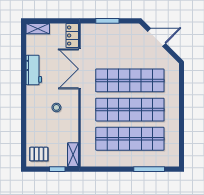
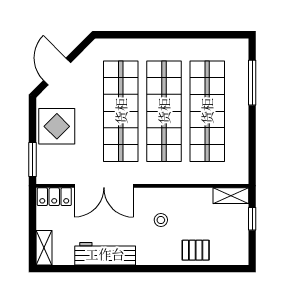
window: (107, 21) -> (33, 159), moved
display table: (120, 37) -> (57, 126), added
workbench: (34, 70) -> (105, 254), width x1.38
pallet: (39, 154) -> (196, 250), moved, turned 90

